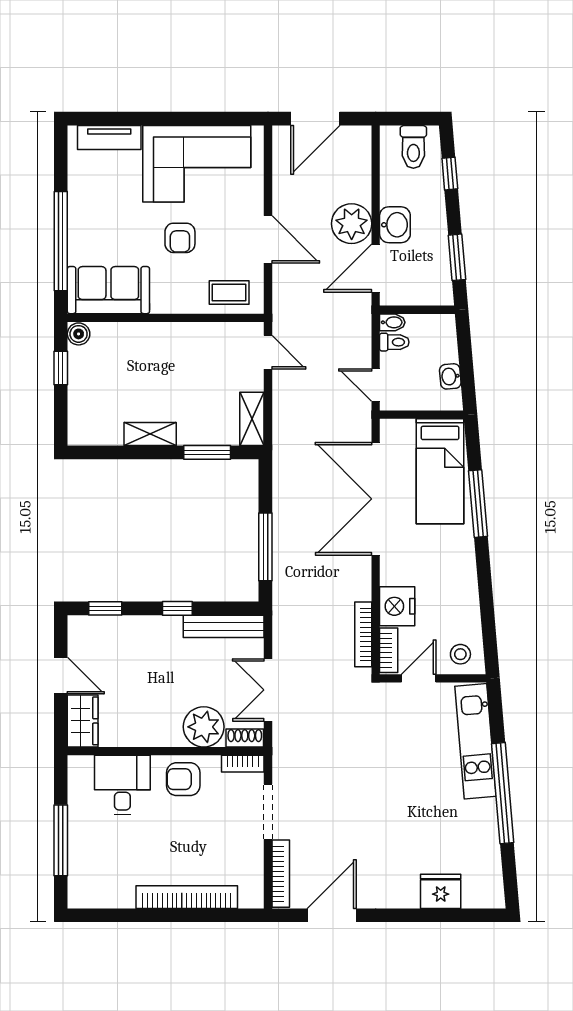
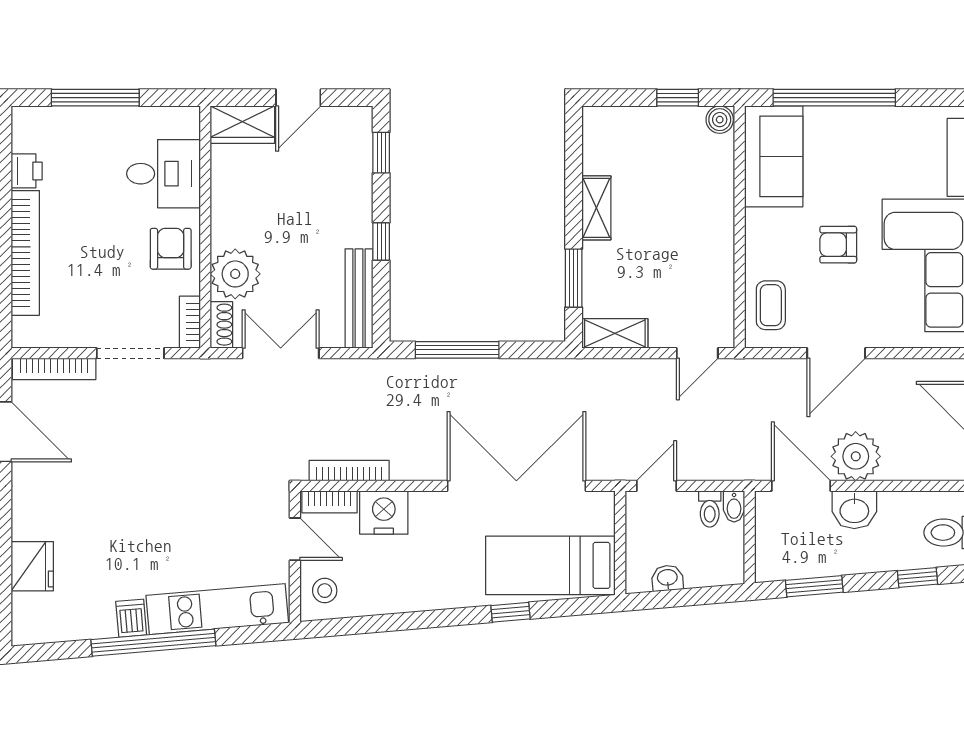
window: (478, 504) -> (511, 612), width x0.46
dishwasher: (483, 811) -> (131, 618), added
printer: (120, 896) -> (27, 171), added

